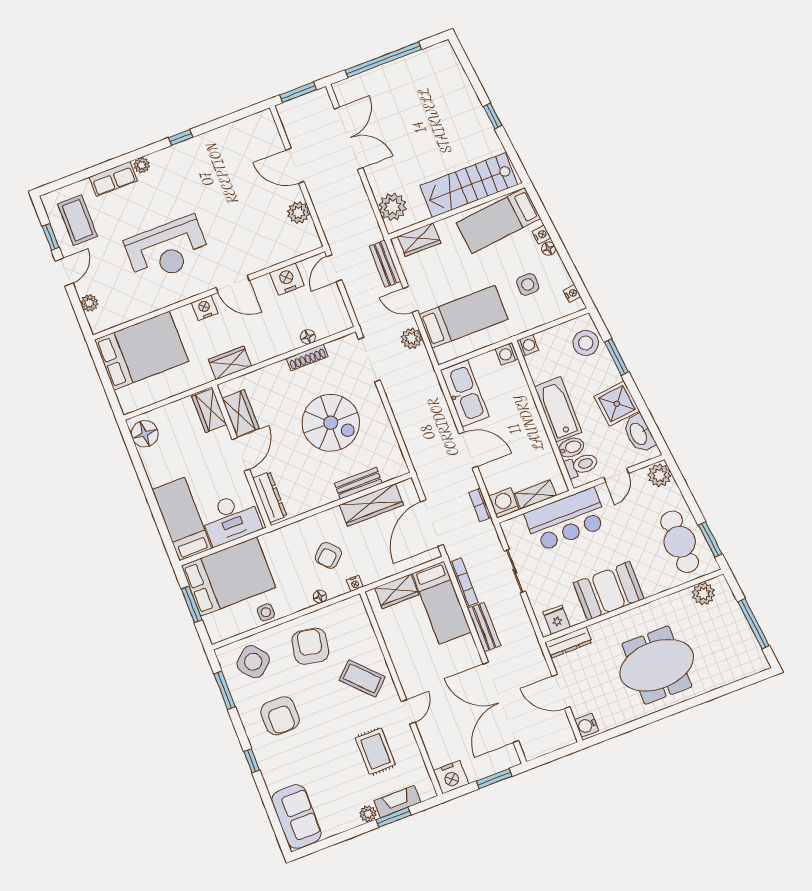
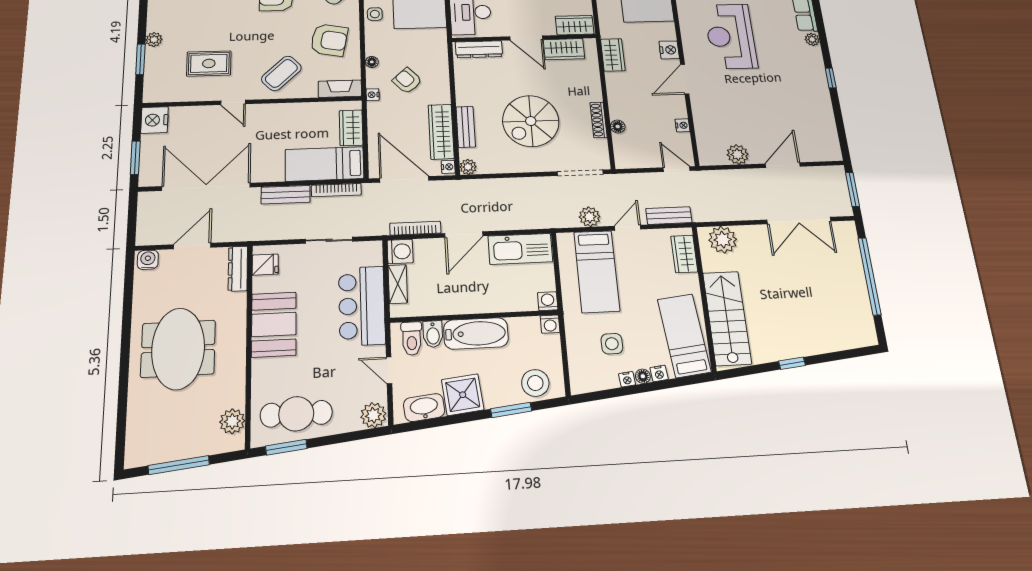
nightstand: (287, 279) -> (682, 125), width x0.53, depth x0.56
nightstand: (572, 293) -> (627, 379), moved
plant: (399, 468) -> (468, 167), added
nightstand: (405, 486) -> (448, 167), added
bookcase: (480, 505) -> (415, 228), width x1.56
fireplace: (397, 802) -> (340, 89), moved, turned -90

